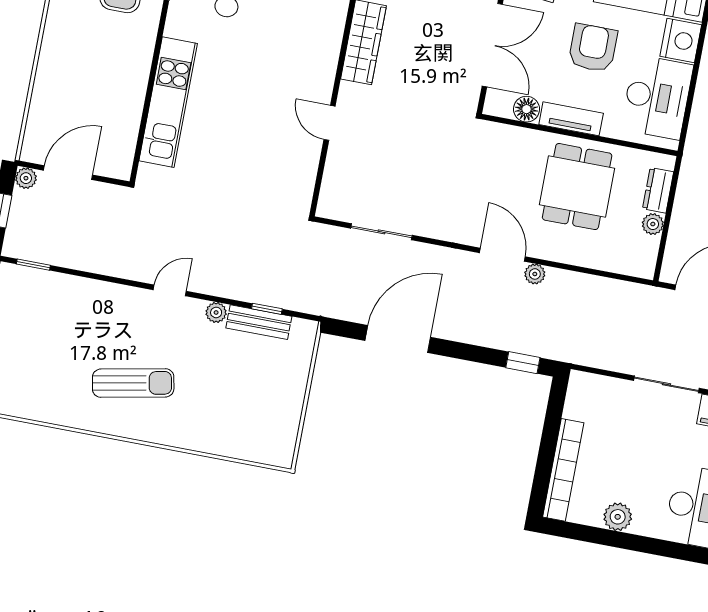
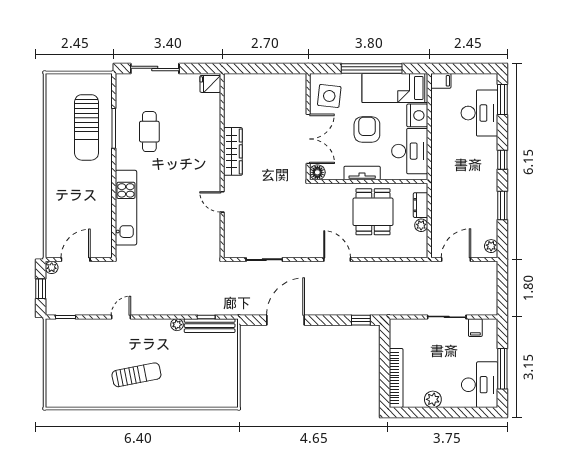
floor lamp: (527, 109) -> (317, 172), moved
plant: (535, 274) -> (358, 267), removed
door: (170, 290) -> (121, 317), moved
bench: (259, 322) -> (210, 326), width x1.36

